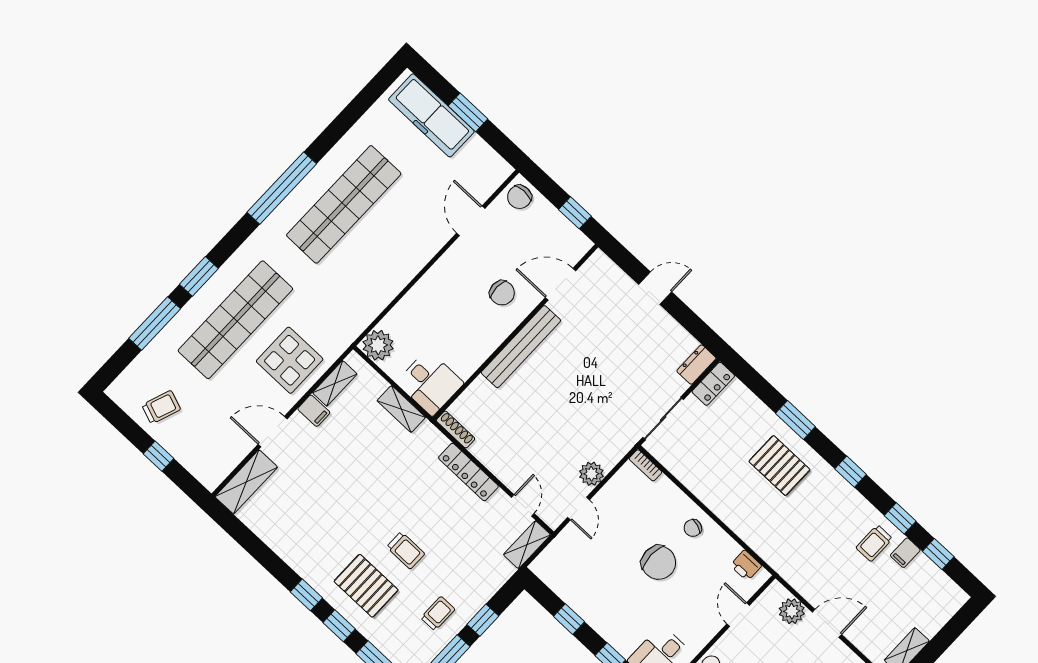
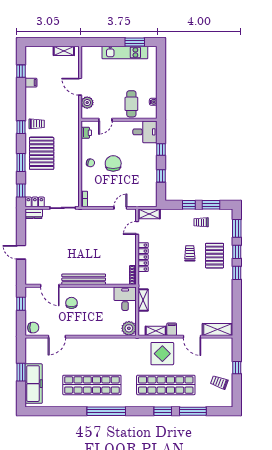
pallet: (779, 466) -> (42, 153), width x1.37, depth x1.41
plant: (591, 474) -> (104, 215), removed
window: (900, 518) -> (21, 191), moved
trolley: (874, 543) -> (37, 124), moved

